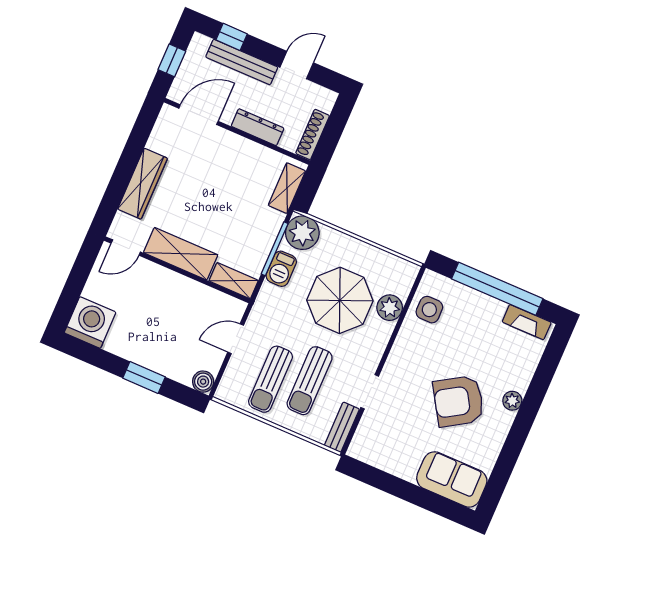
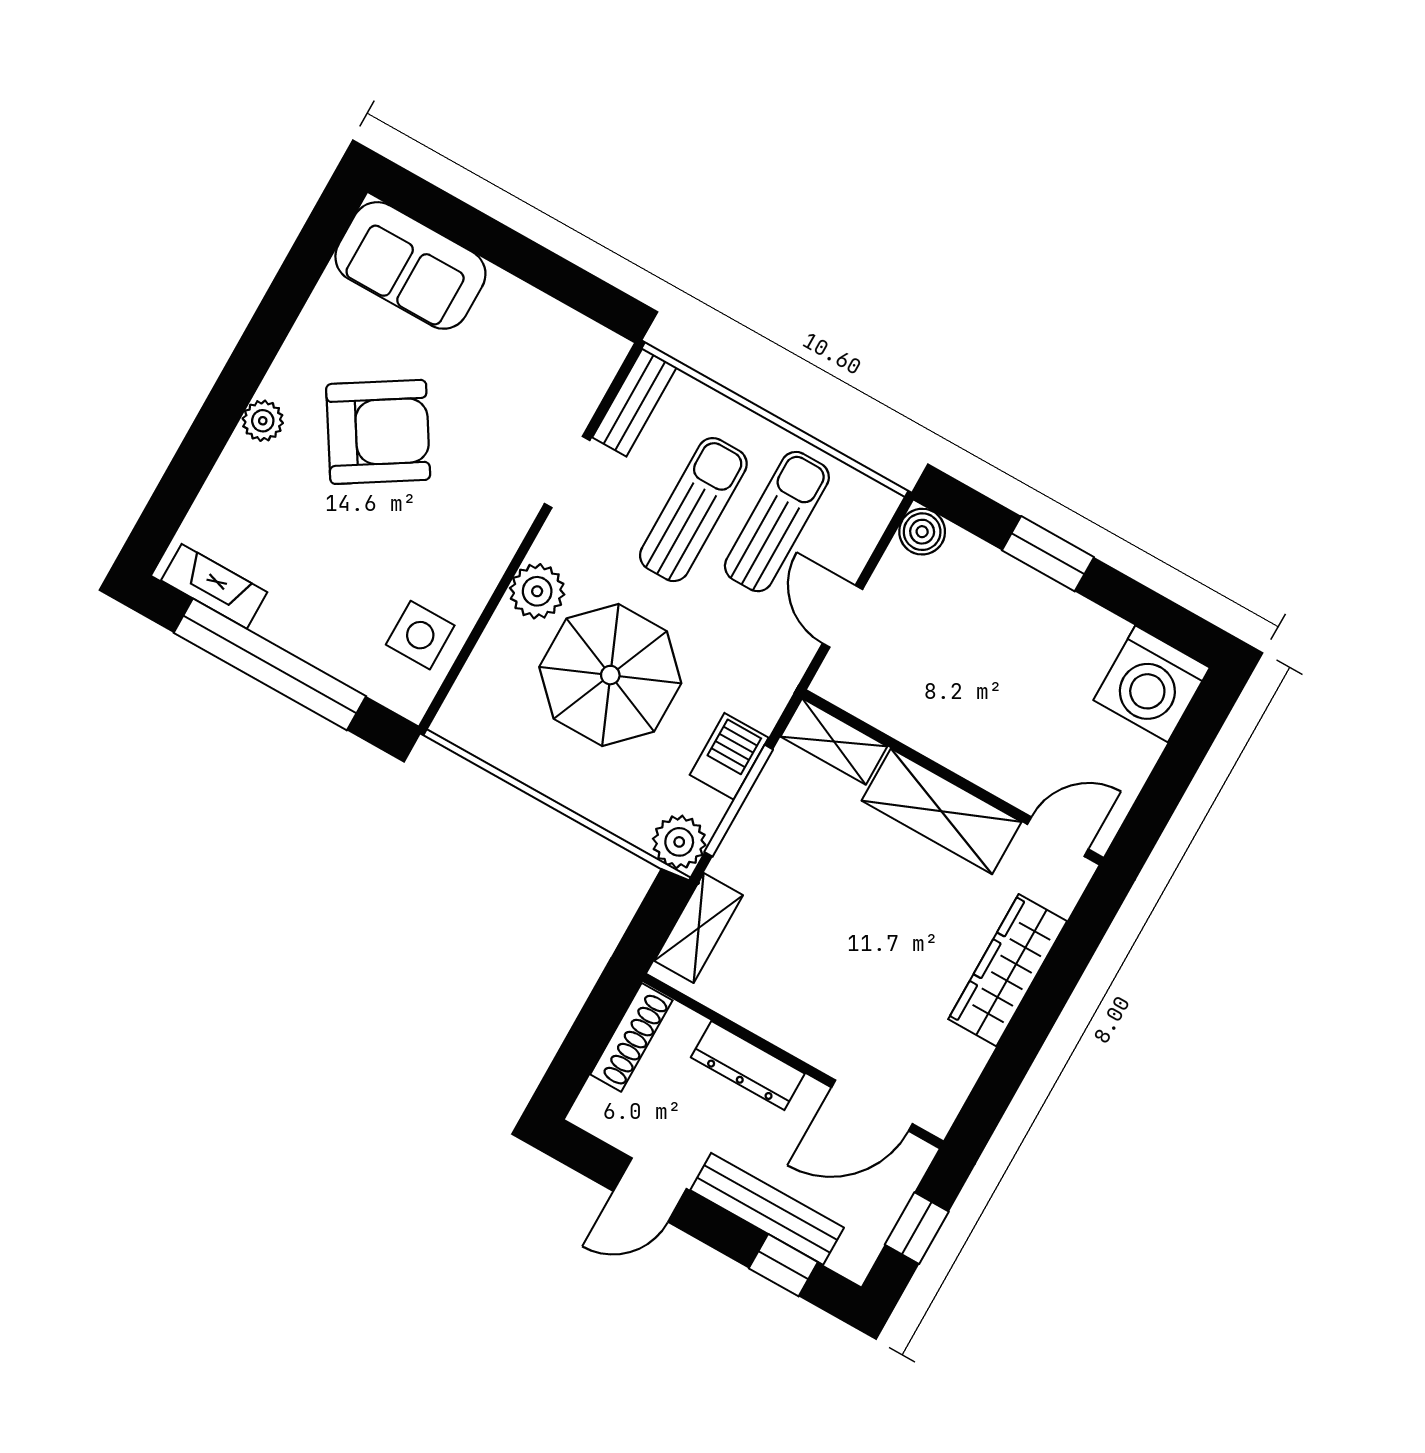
plant: (302, 233) -> (679, 842), width x0.73, depth x0.73
plant: (390, 308) -> (537, 591), moved
door: (236, 339) -> (843, 616), swing flipped

